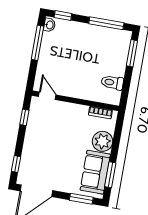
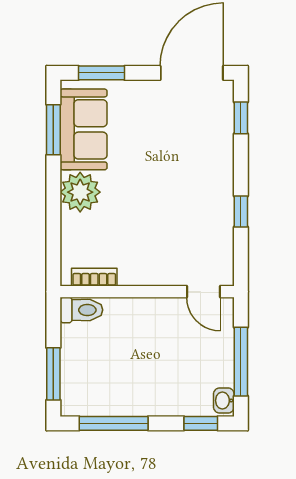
door: (47, 96) -> (203, 292), moved
wall: (75, 101) -> (147, 292), moved
bookcase: (100, 113) -> (94, 277), moved

